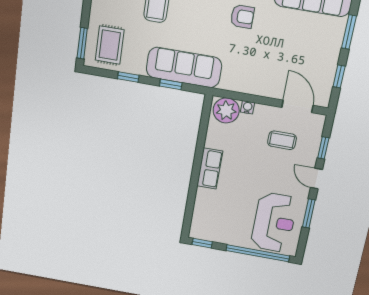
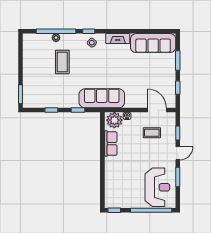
armchair: (242, 16) -> (114, 62), removed
rug: (110, 45) -> (37, 92), removed
sofa: (184, 67) -> (102, 98), moved
row of seats: (210, 169) -> (111, 144), moved
door: (316, 179) -> (178, 153), swing flipped

